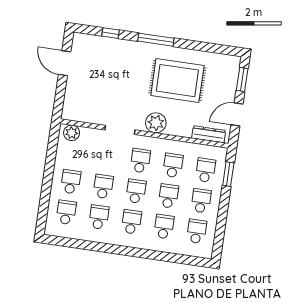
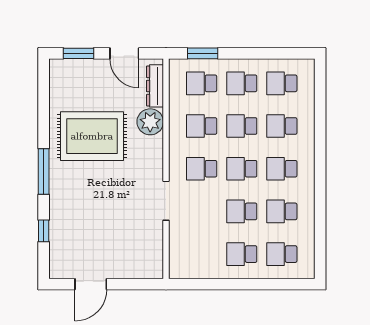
rug: (177, 81) -> (92, 136), turned 90
plant: (156, 123) -> (150, 122), moved
plant: (72, 133) -> (179, 262), removed

